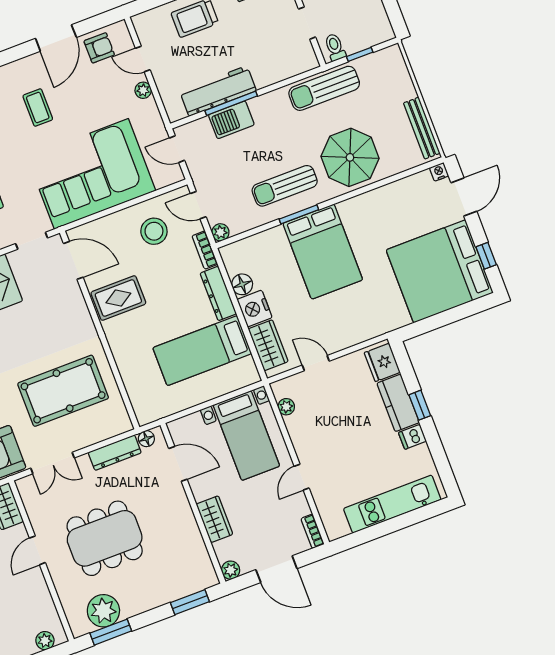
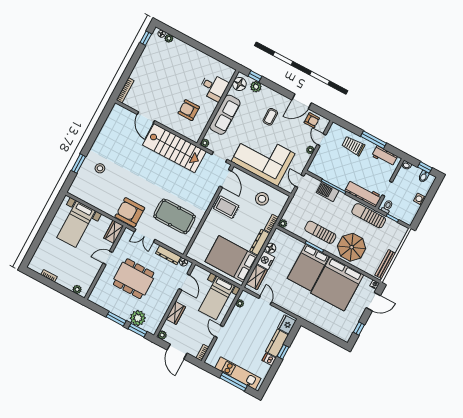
workbench: (218, 91) -> (363, 193), moved
door: (198, 205) -> (286, 207), removed
bed: (440, 271) -> (337, 284), moved, turned -90
bed: (202, 351) -> (231, 259), width x1.50
door: (302, 477) -> (219, 331), hinge flipped
window: (400, 522) -> (234, 382), added
plant: (103, 611) -> (138, 318), moved
window: (111, 632) -> (116, 319), moved

